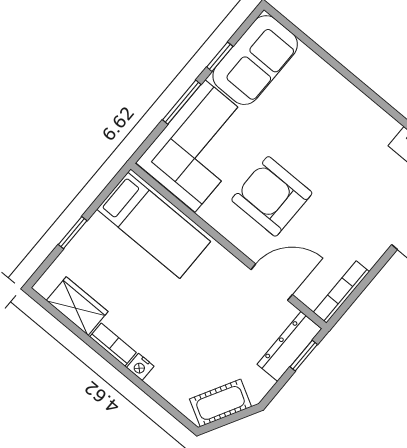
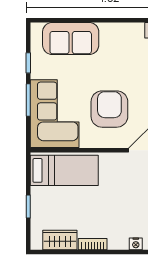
sofa: (255, 60) -> (71, 38), moved, turned 90
armchair: (272, 196) -> (109, 109), turned 90
nightstand: (140, 367) -> (136, 244), moved

